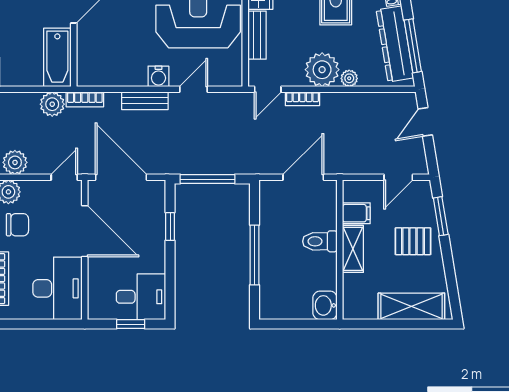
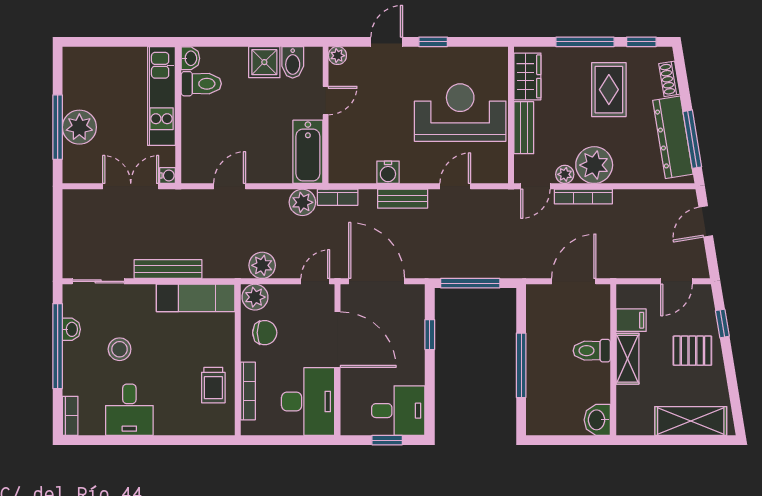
water cooler: (158, 76) -> (388, 172), moved
plant: (349, 78) -> (565, 174), moved
bookcase: (302, 99) -> (583, 197), width x1.56
window: (441, 216) -> (722, 323), width x0.67

